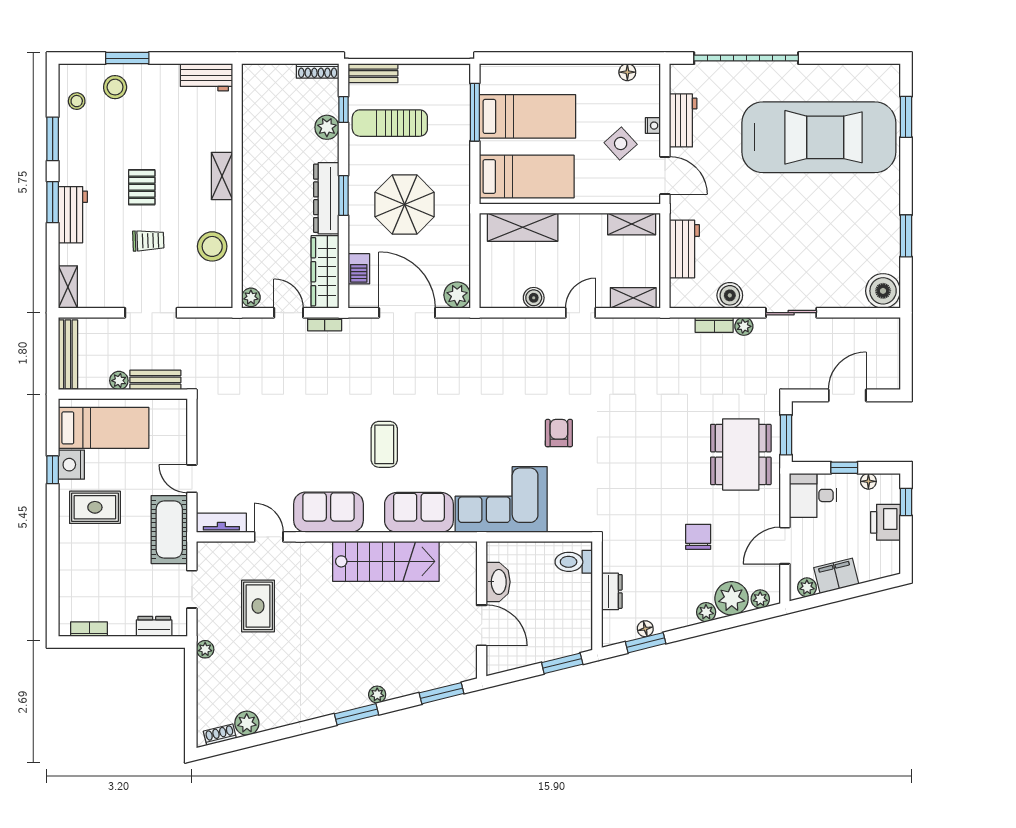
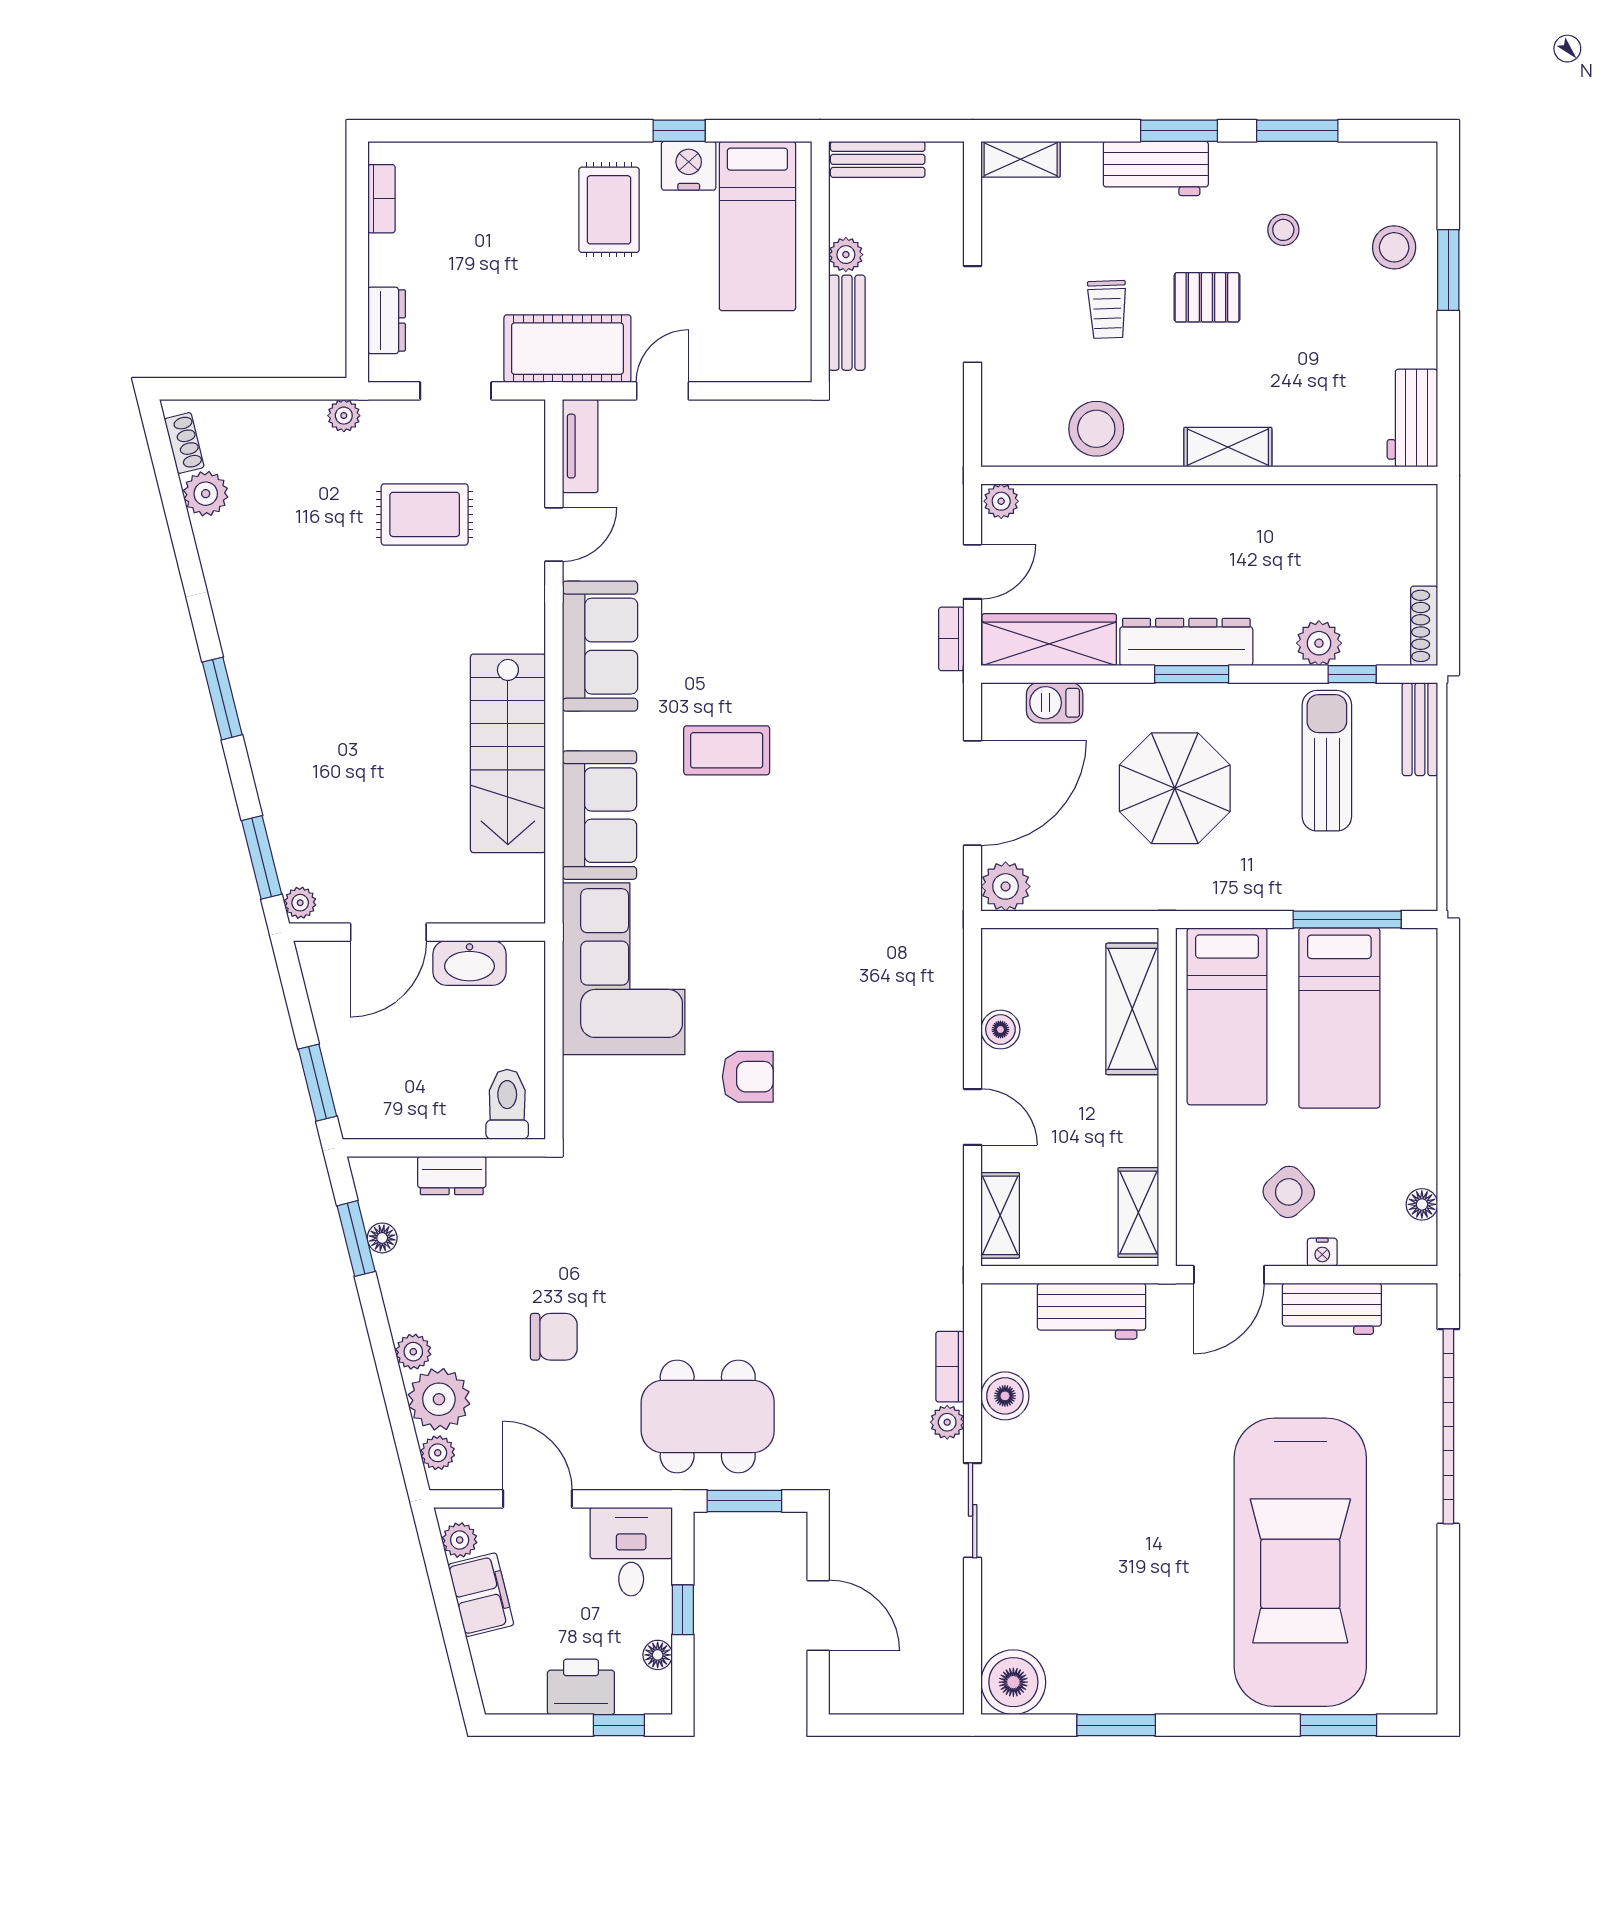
stool: (77, 101) -> (1283, 230), moved
bench: (68, 354) -> (878, 159), width x0.73
plant: (377, 695) -> (300, 903), moved

